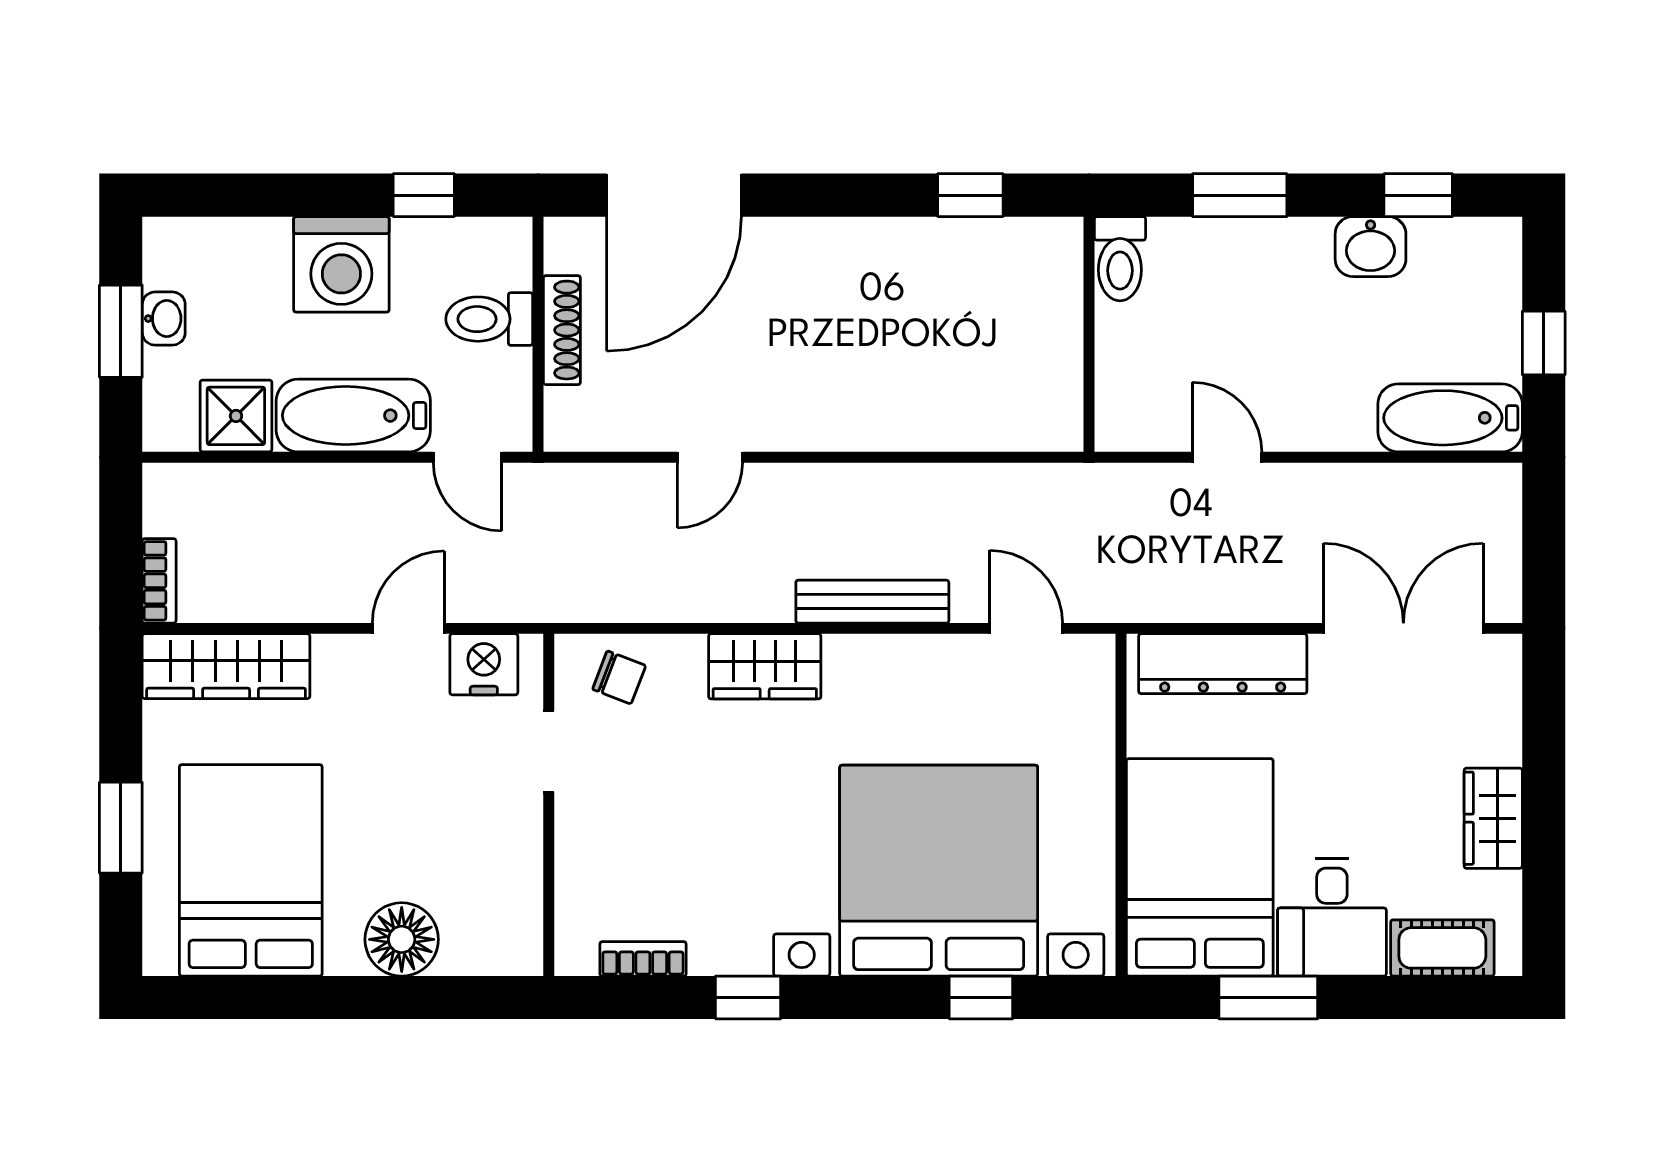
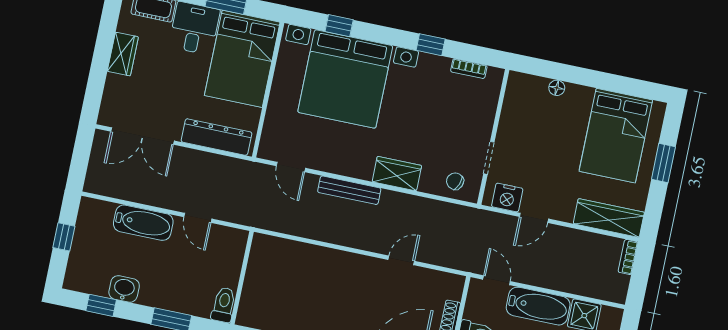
bathtub: (1450, 418) -> (143, 223), moved
floor lamp: (402, 939) -> (557, 88), width x0.53, depth x0.53

